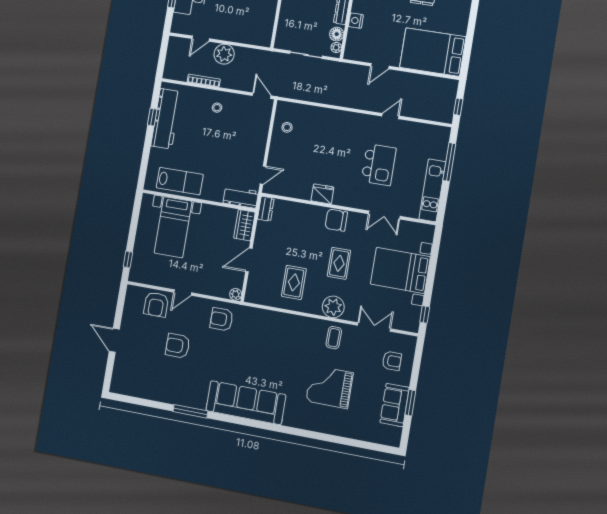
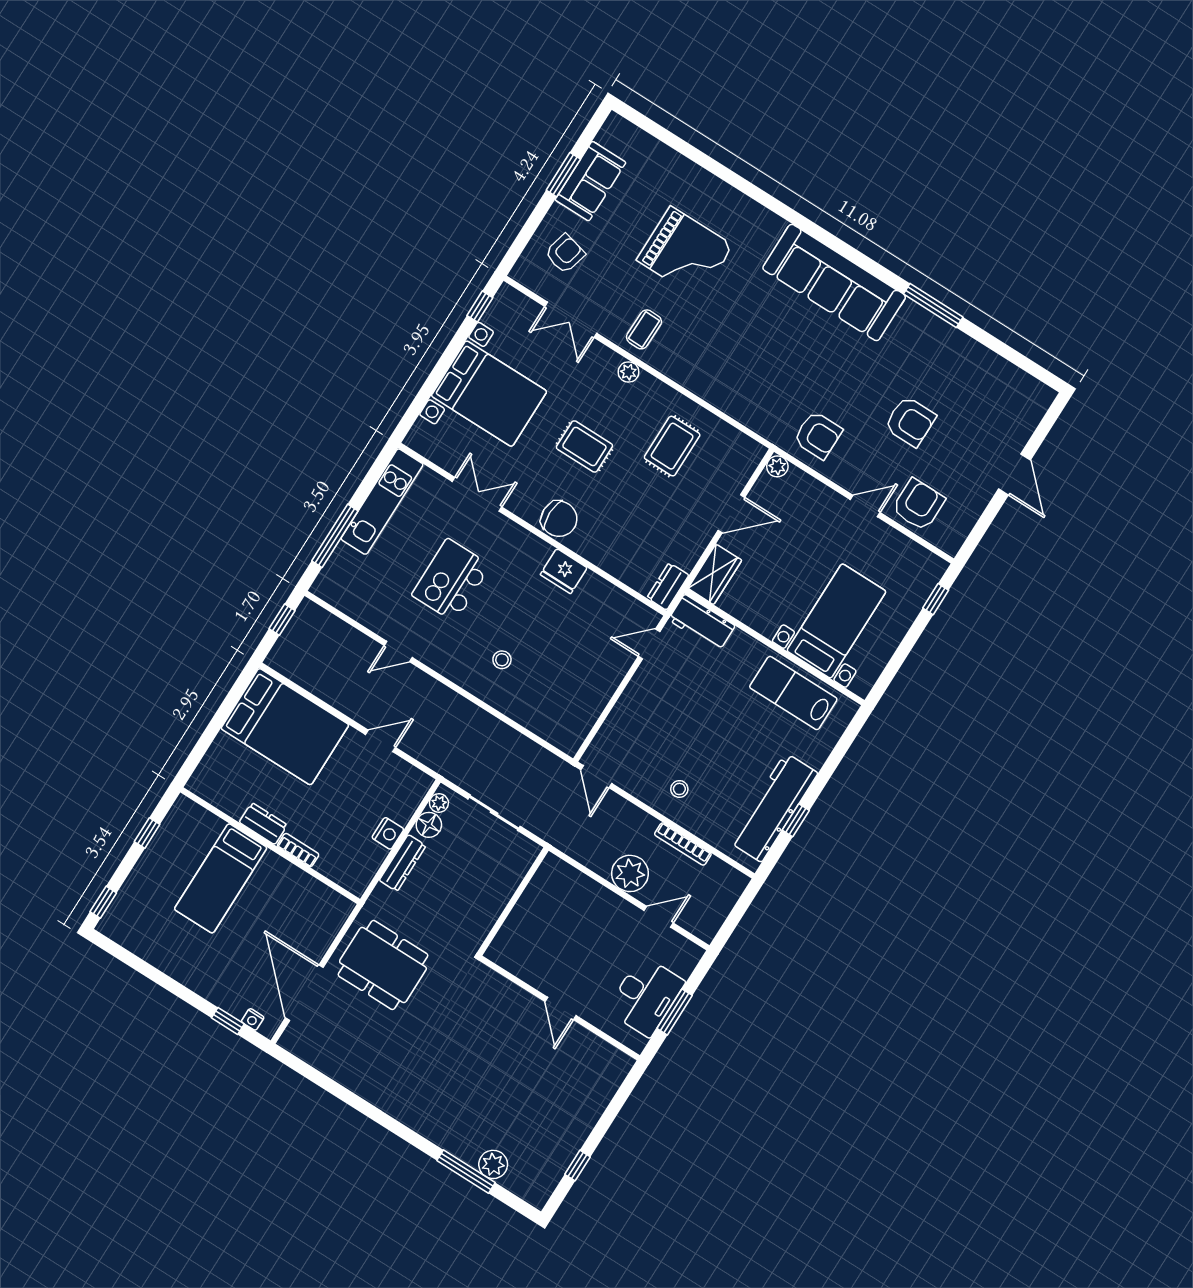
stool: (287, 127) -> (502, 660), moved
rug: (339, 263) -> (584, 446), turned 90
plant: (333, 307) -> (628, 372), width x0.53, depth x0.53
armchair: (392, 361) -> (565, 254), turned 104

